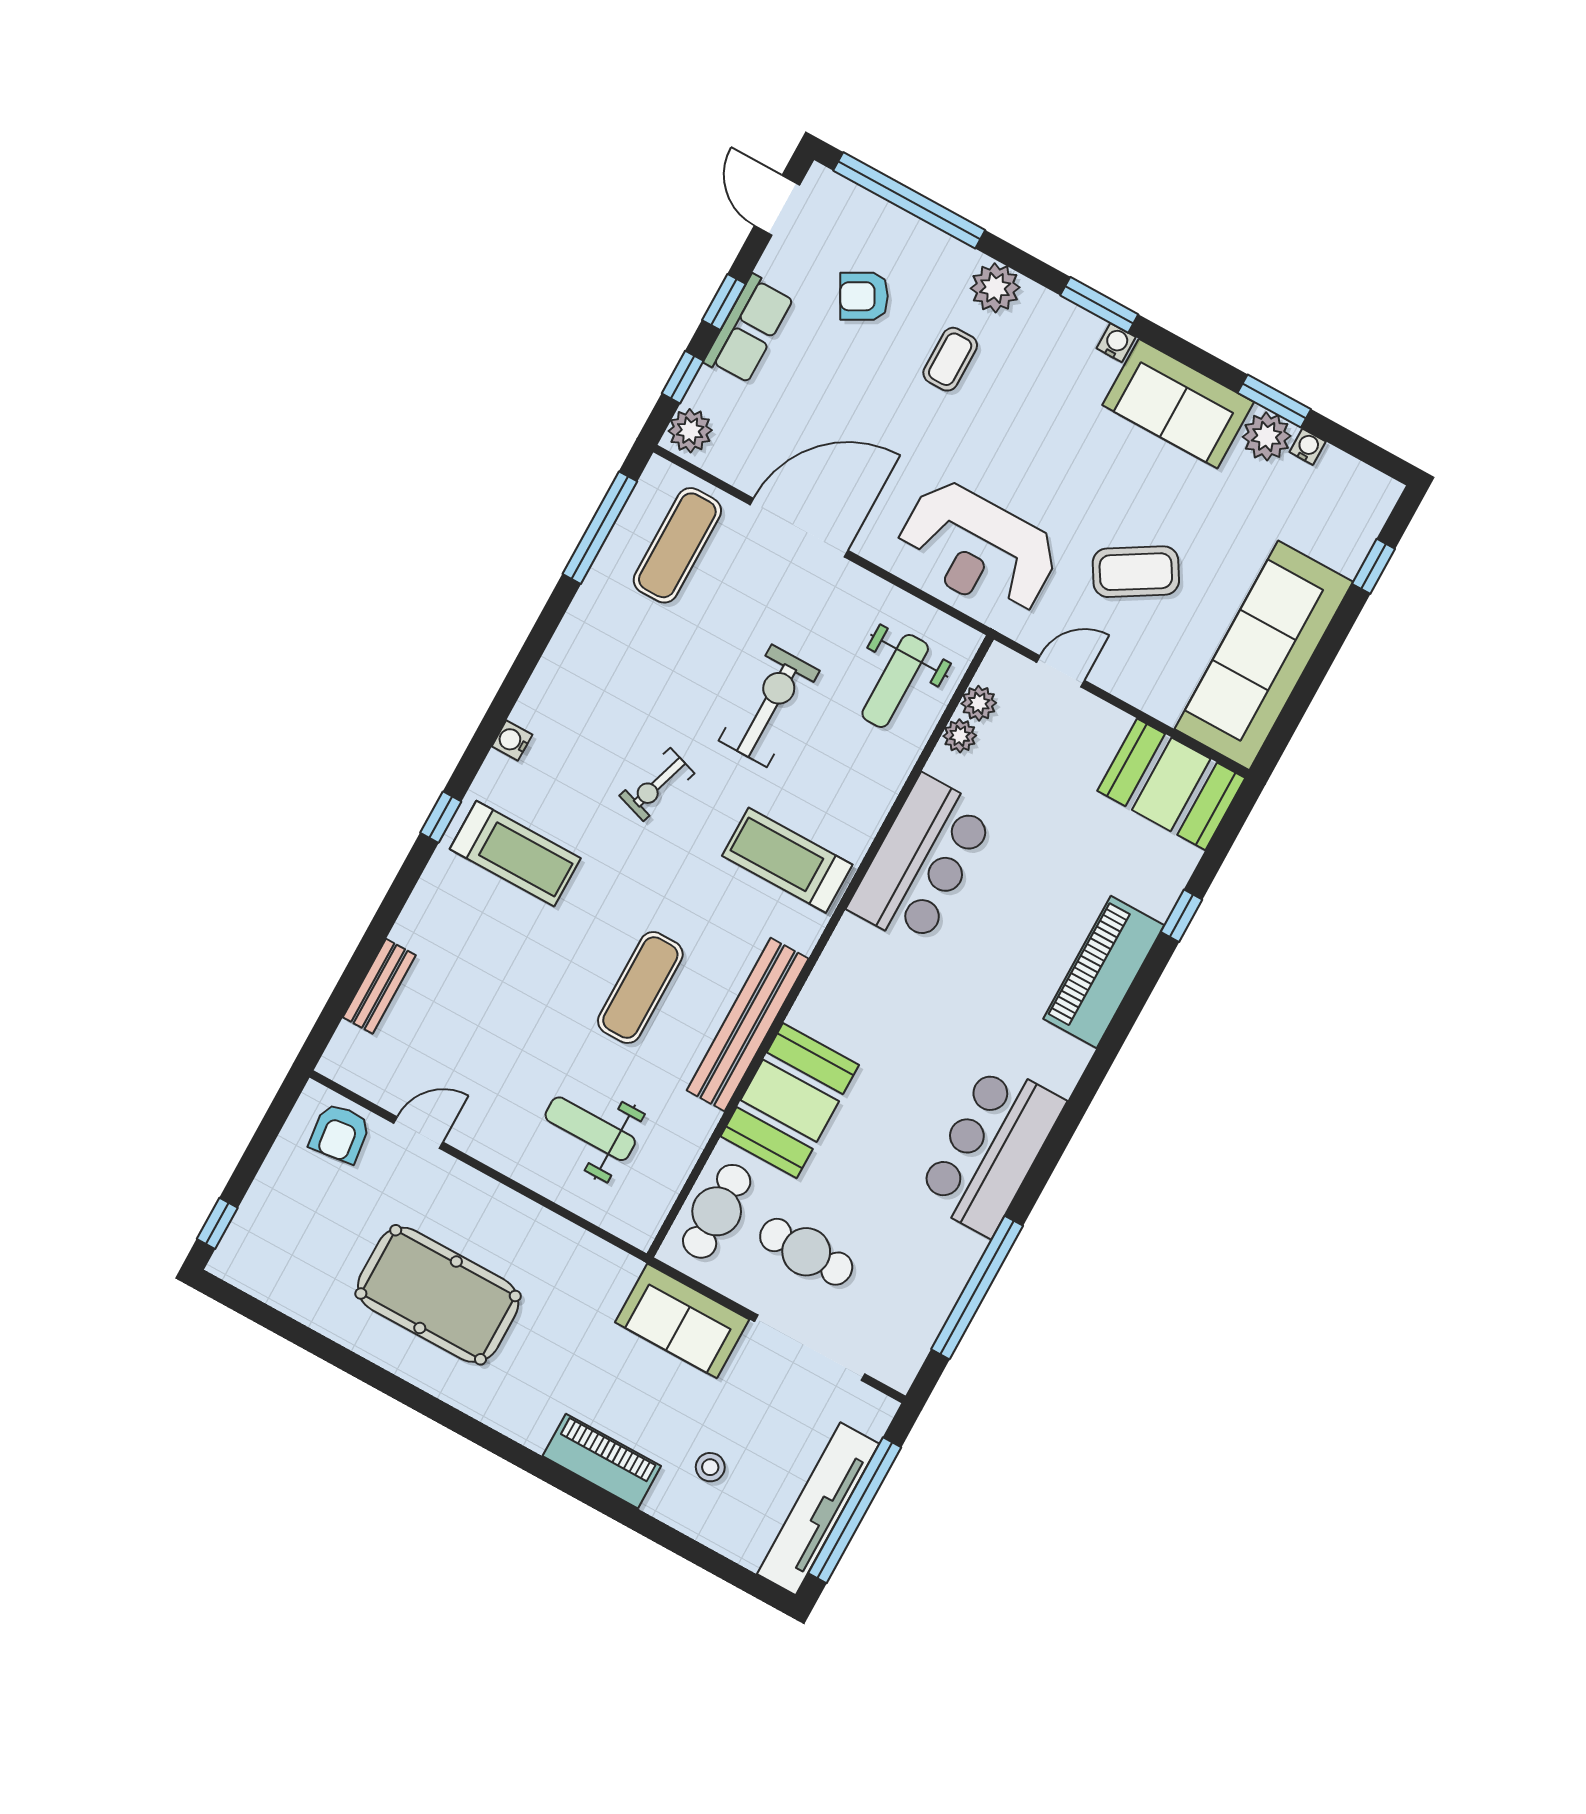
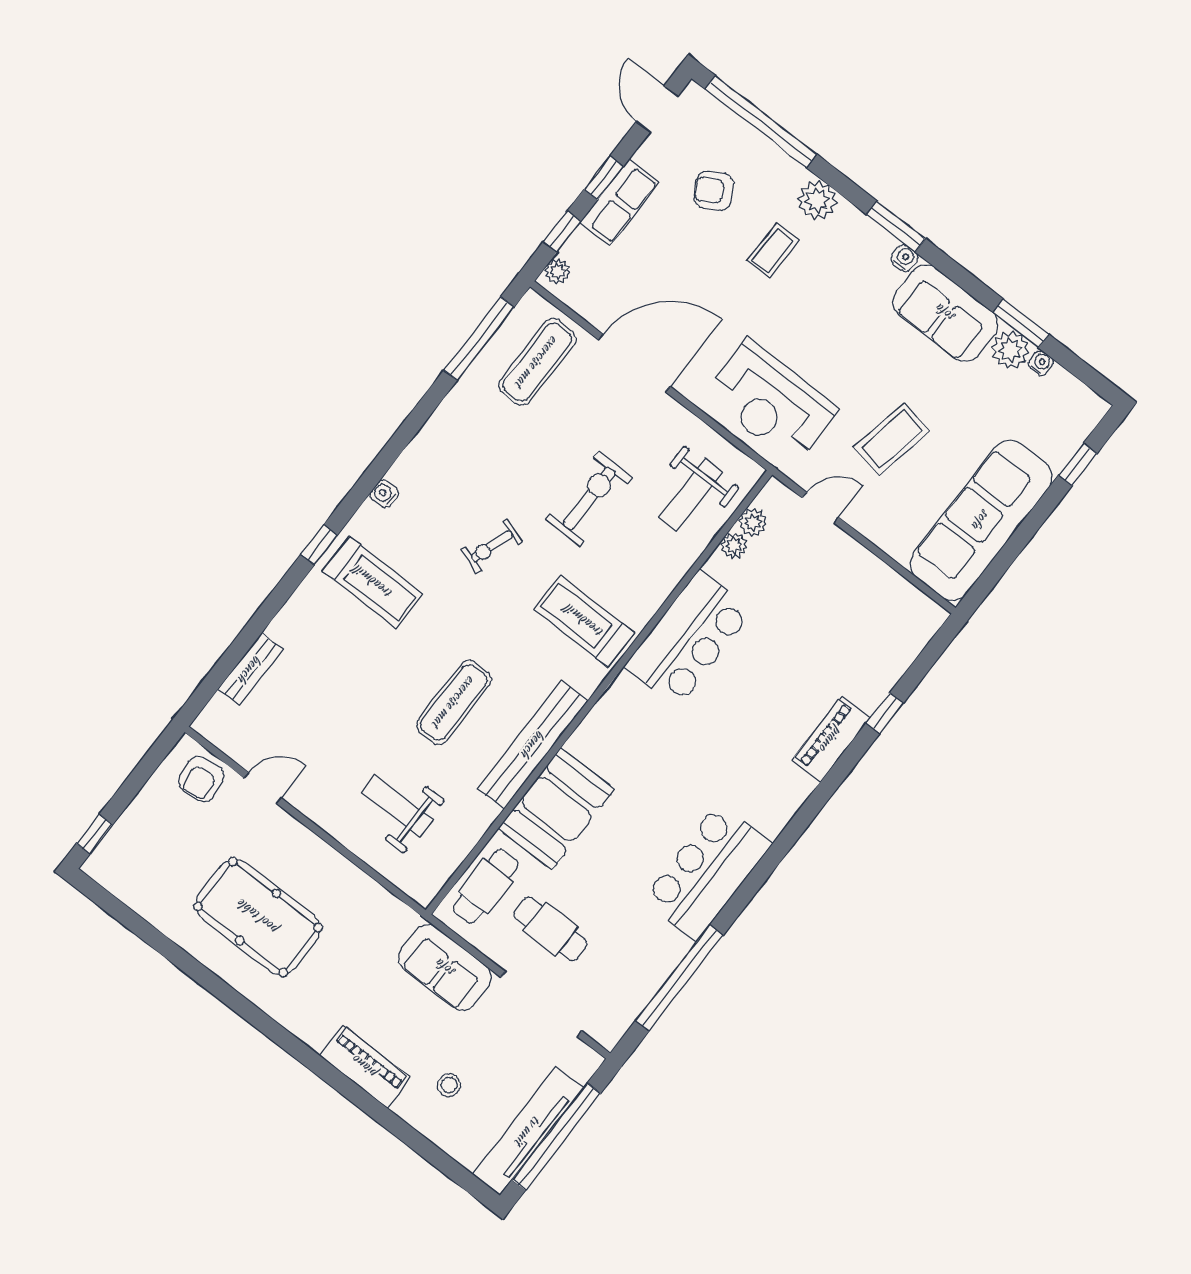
plant: (690, 431) -> (558, 271), width x0.73, depth x0.73
coffee table: (1136, 572) -> (892, 439), turned -48
booth: (1171, 784) -> (893, 609), removed
piano: (1104, 972) -> (831, 739), width x0.73, depth x0.75

